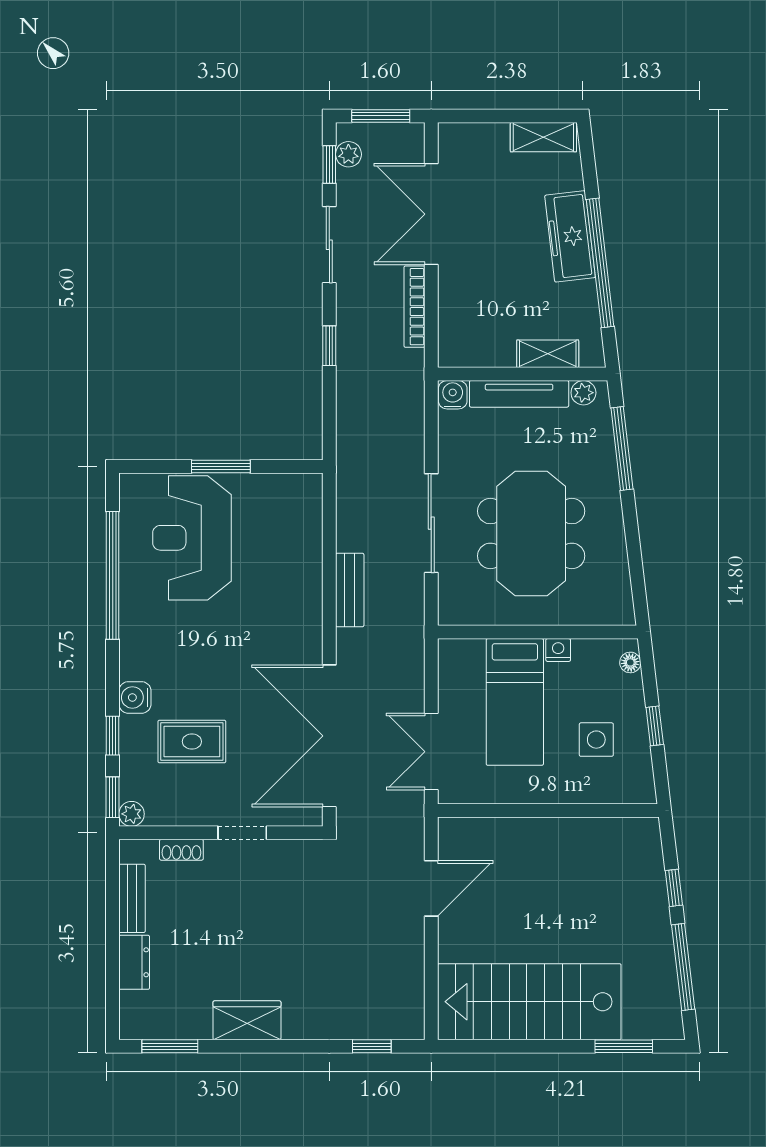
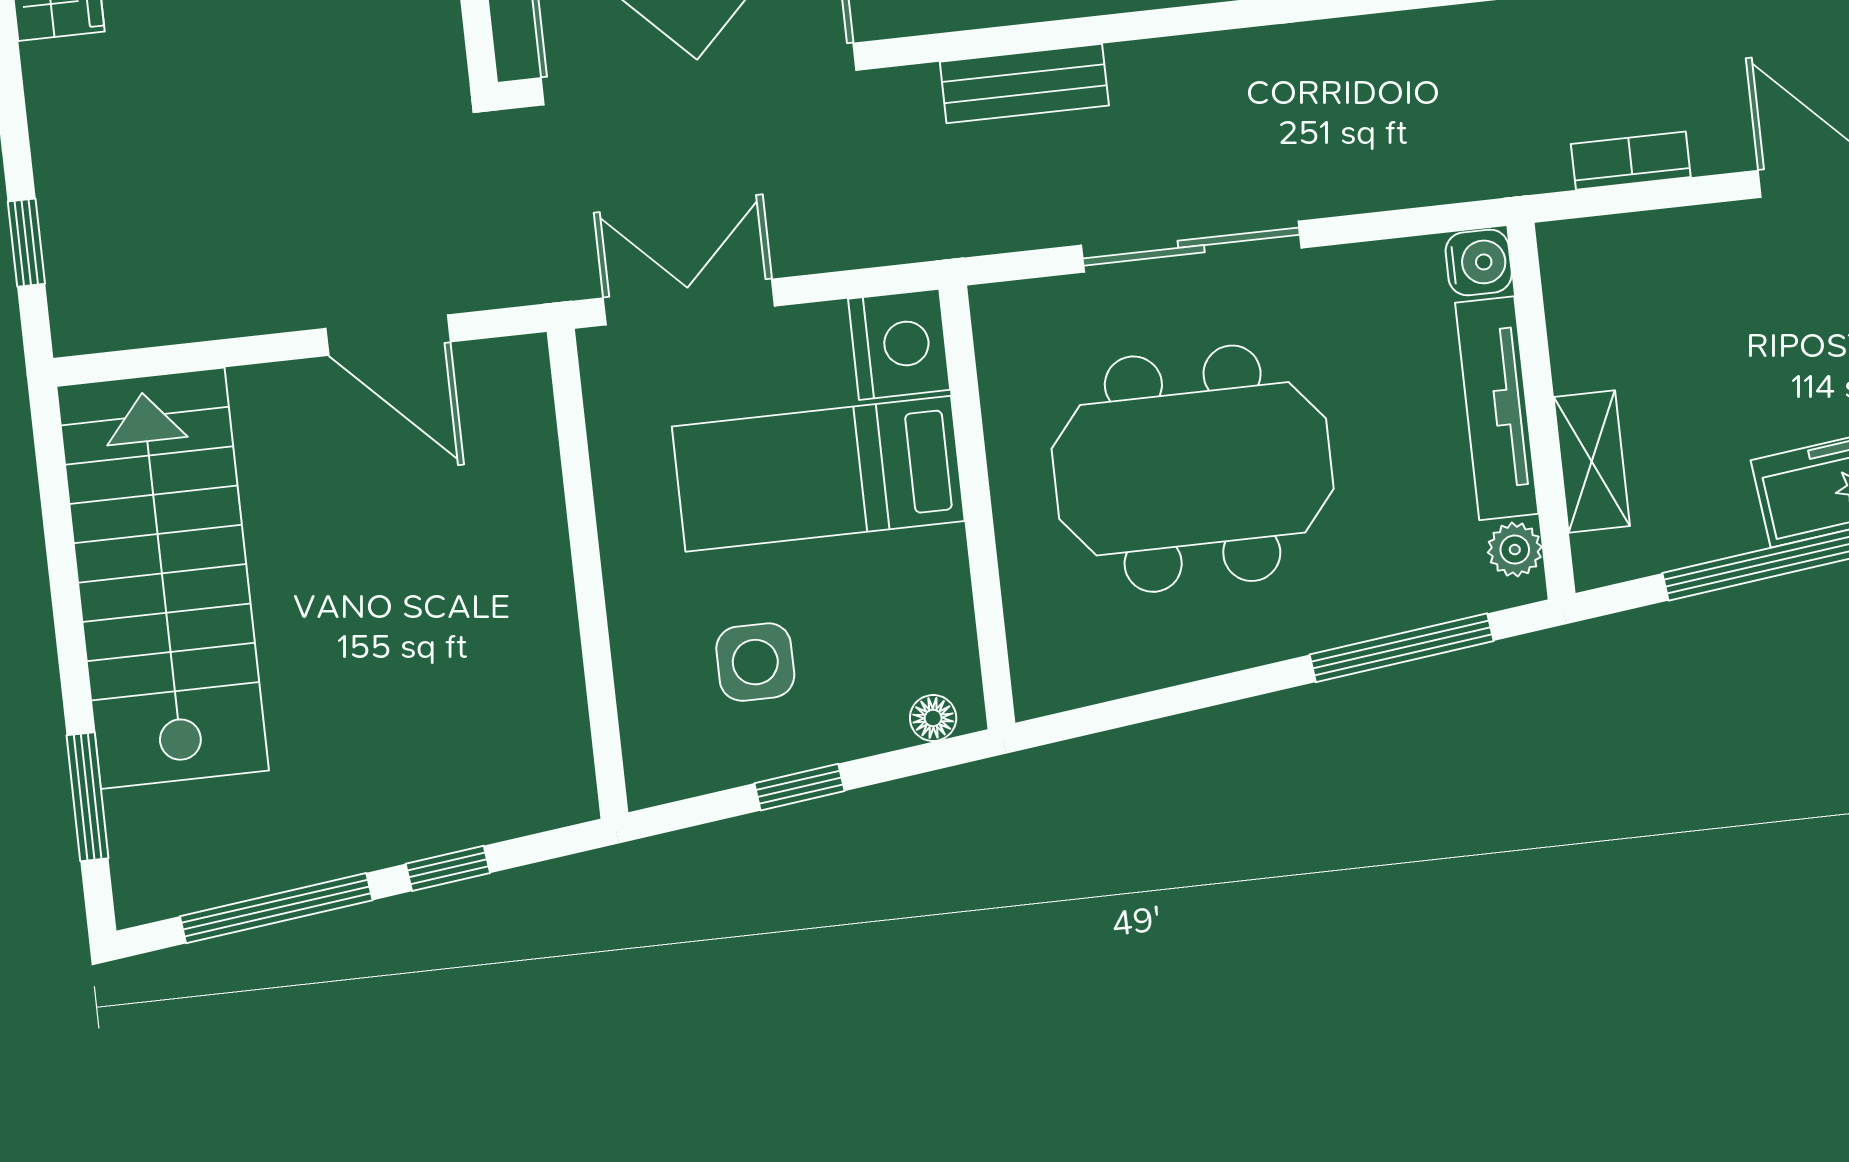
bookcase: (414, 307) -> (1631, 161), width x0.64
nightstand: (558, 650) -> (899, 344), moved, width x1.89, depth x1.79

